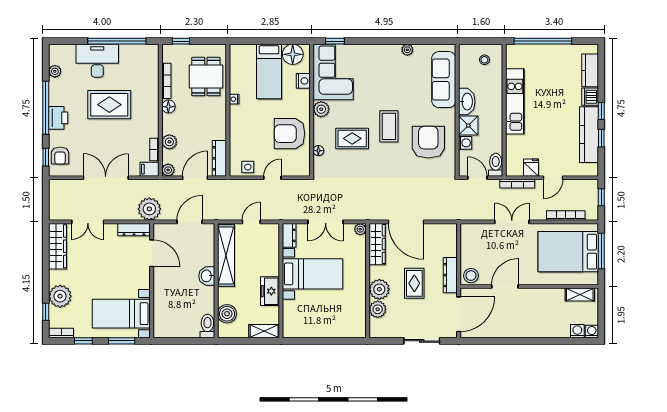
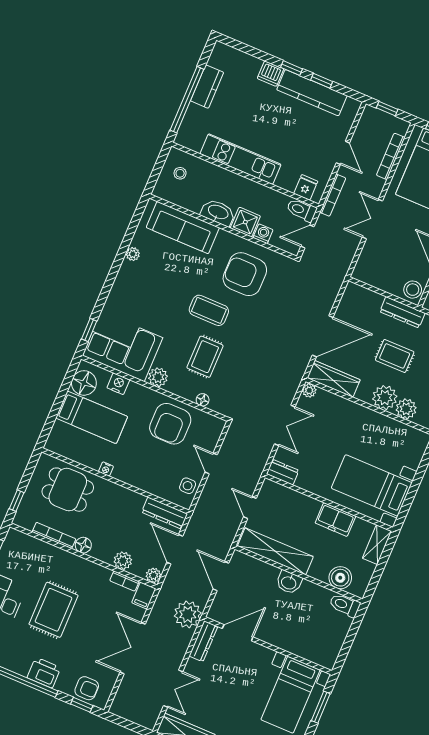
kitchen counter: (590, 70) -> (207, 87), moved, turned -90
fridge: (531, 168) -> (306, 187), moved, turned 90
bed with nightstands: (312, 274) -> (372, 485), moved, turned -90

